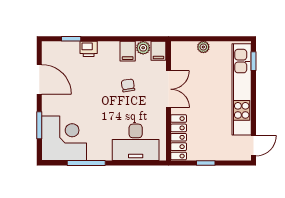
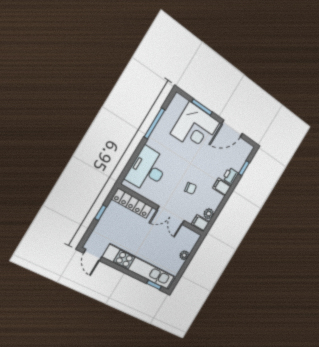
filing cabinet: (128, 51) -> (222, 187), moved
corner desk: (64, 138) -> (195, 128), moved

